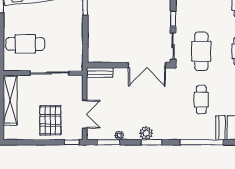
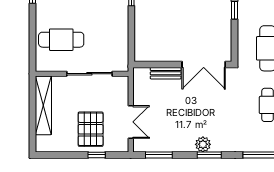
sliding door: (173, 46) -> (235, 42), removed
bench: (99, 73) -> (166, 73), moved
plant: (119, 135) -> (171, 147), removed
window: (72, 142) -> (97, 155), moved

